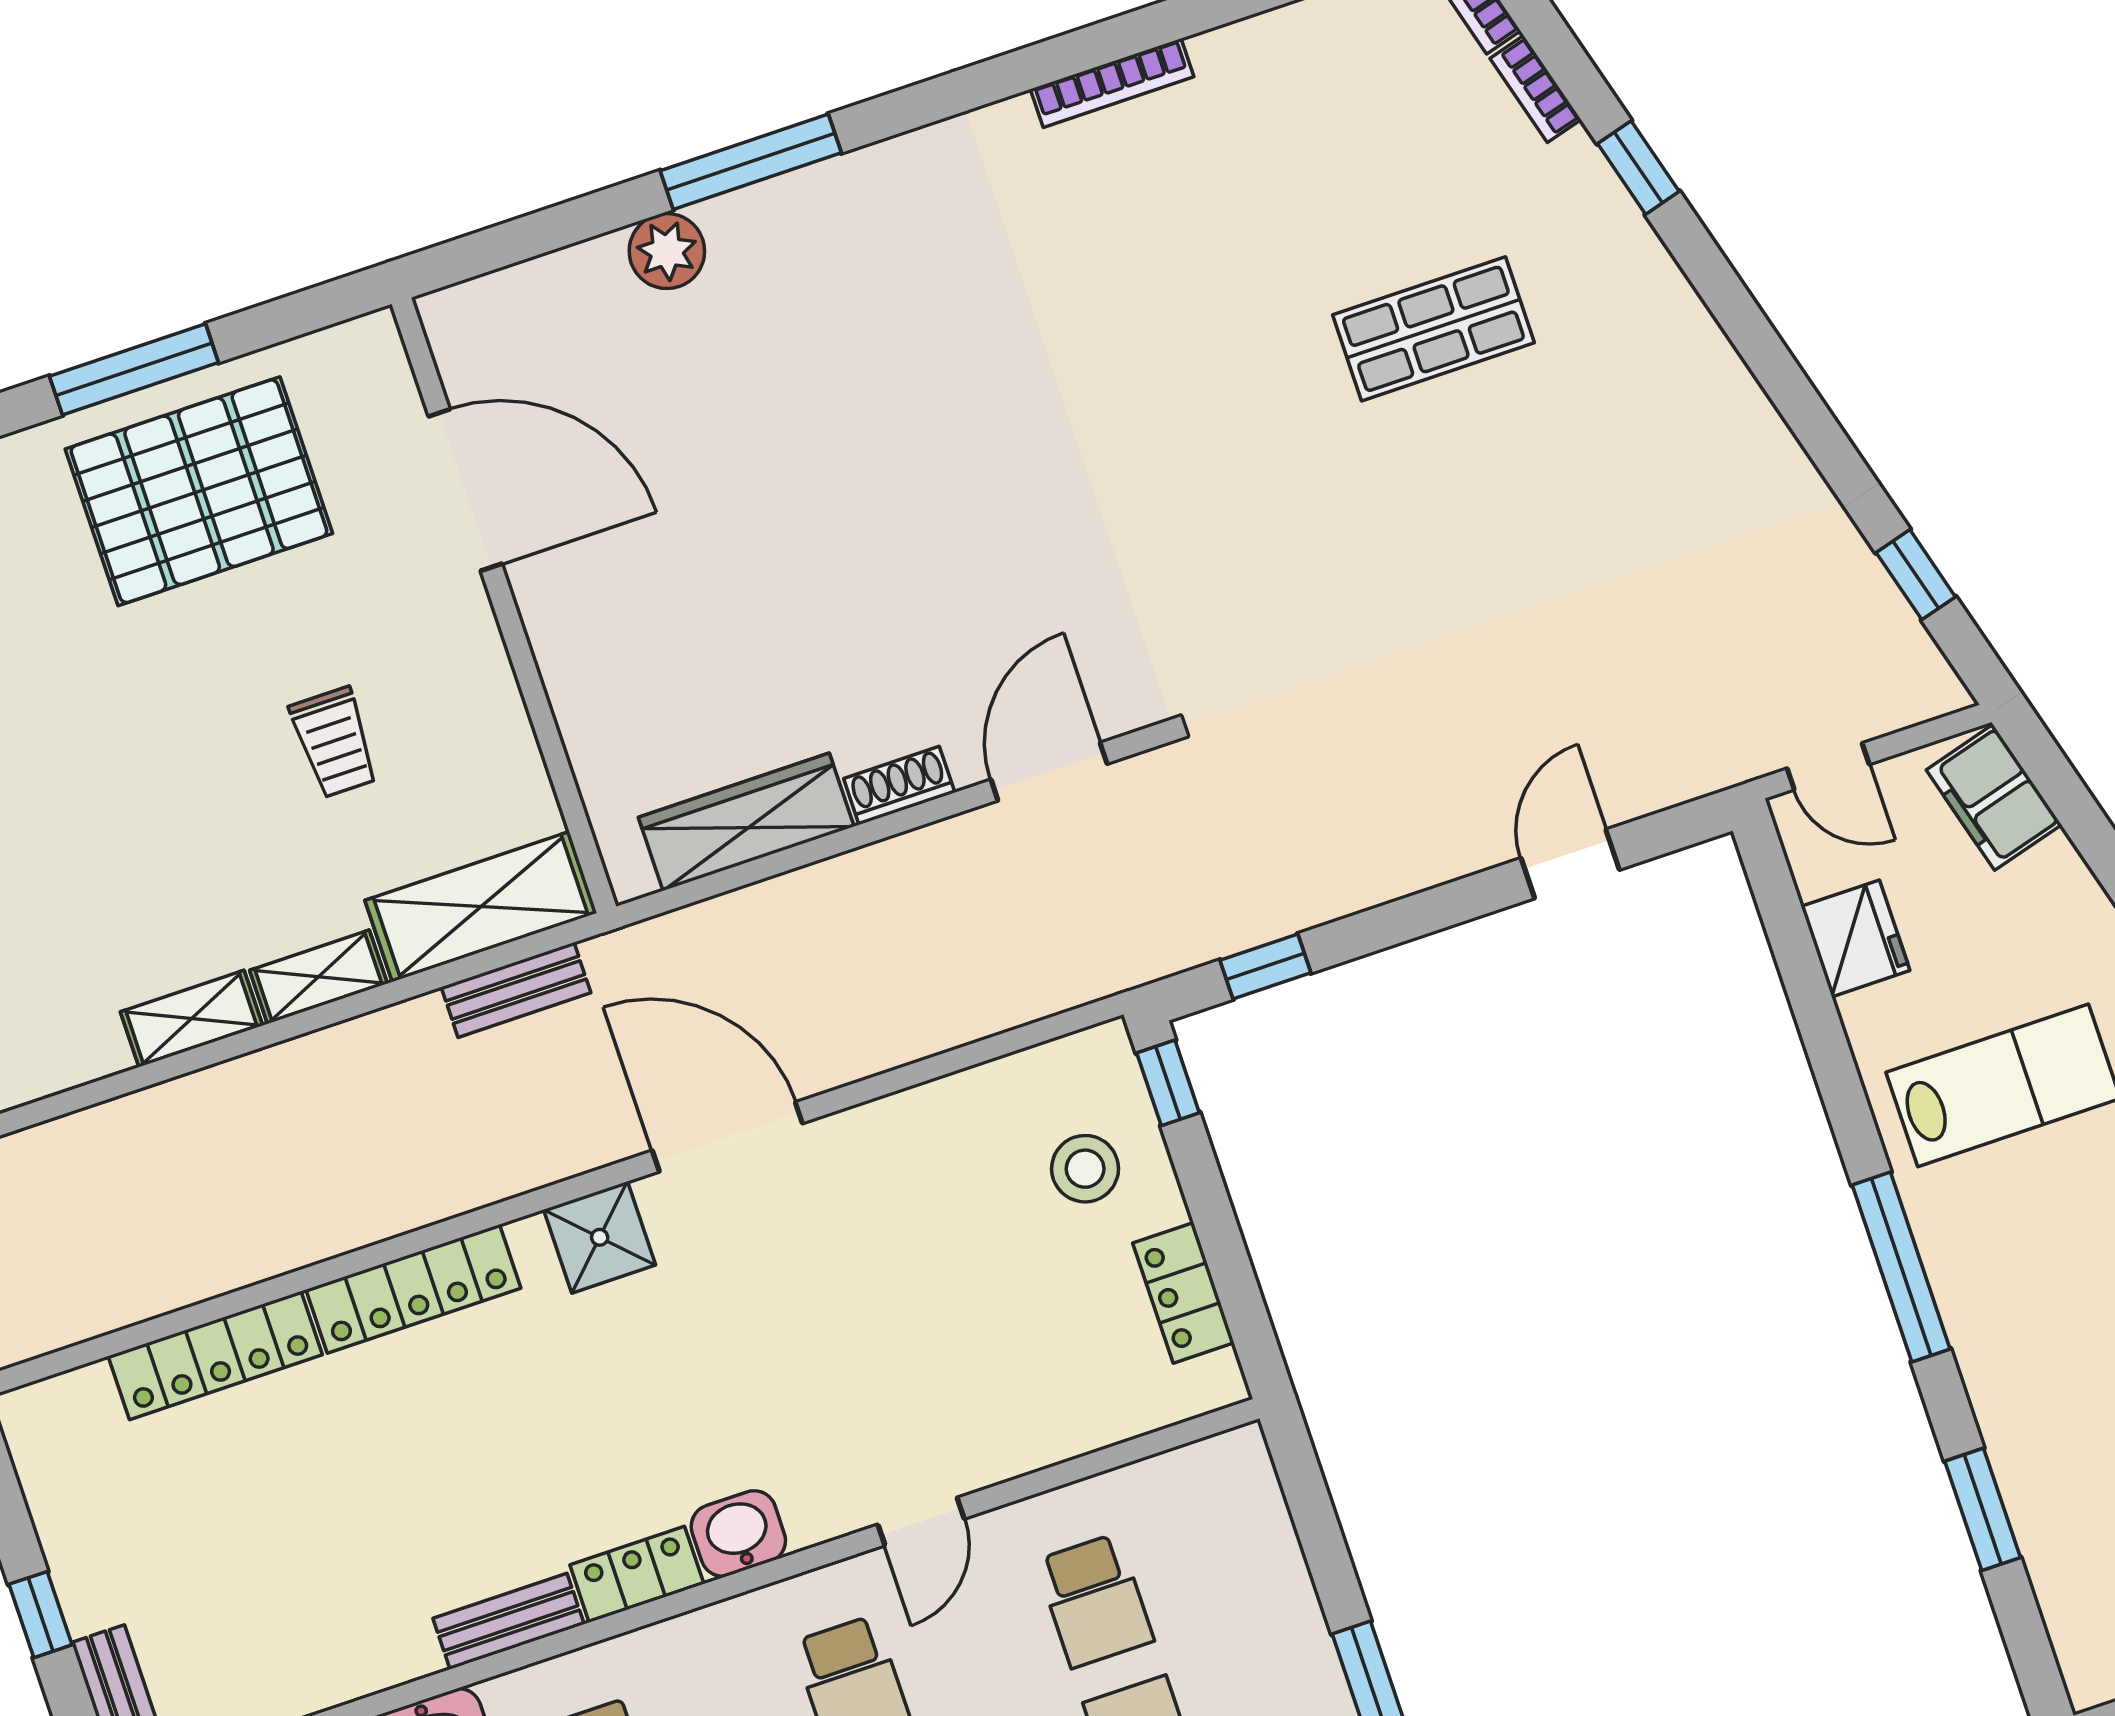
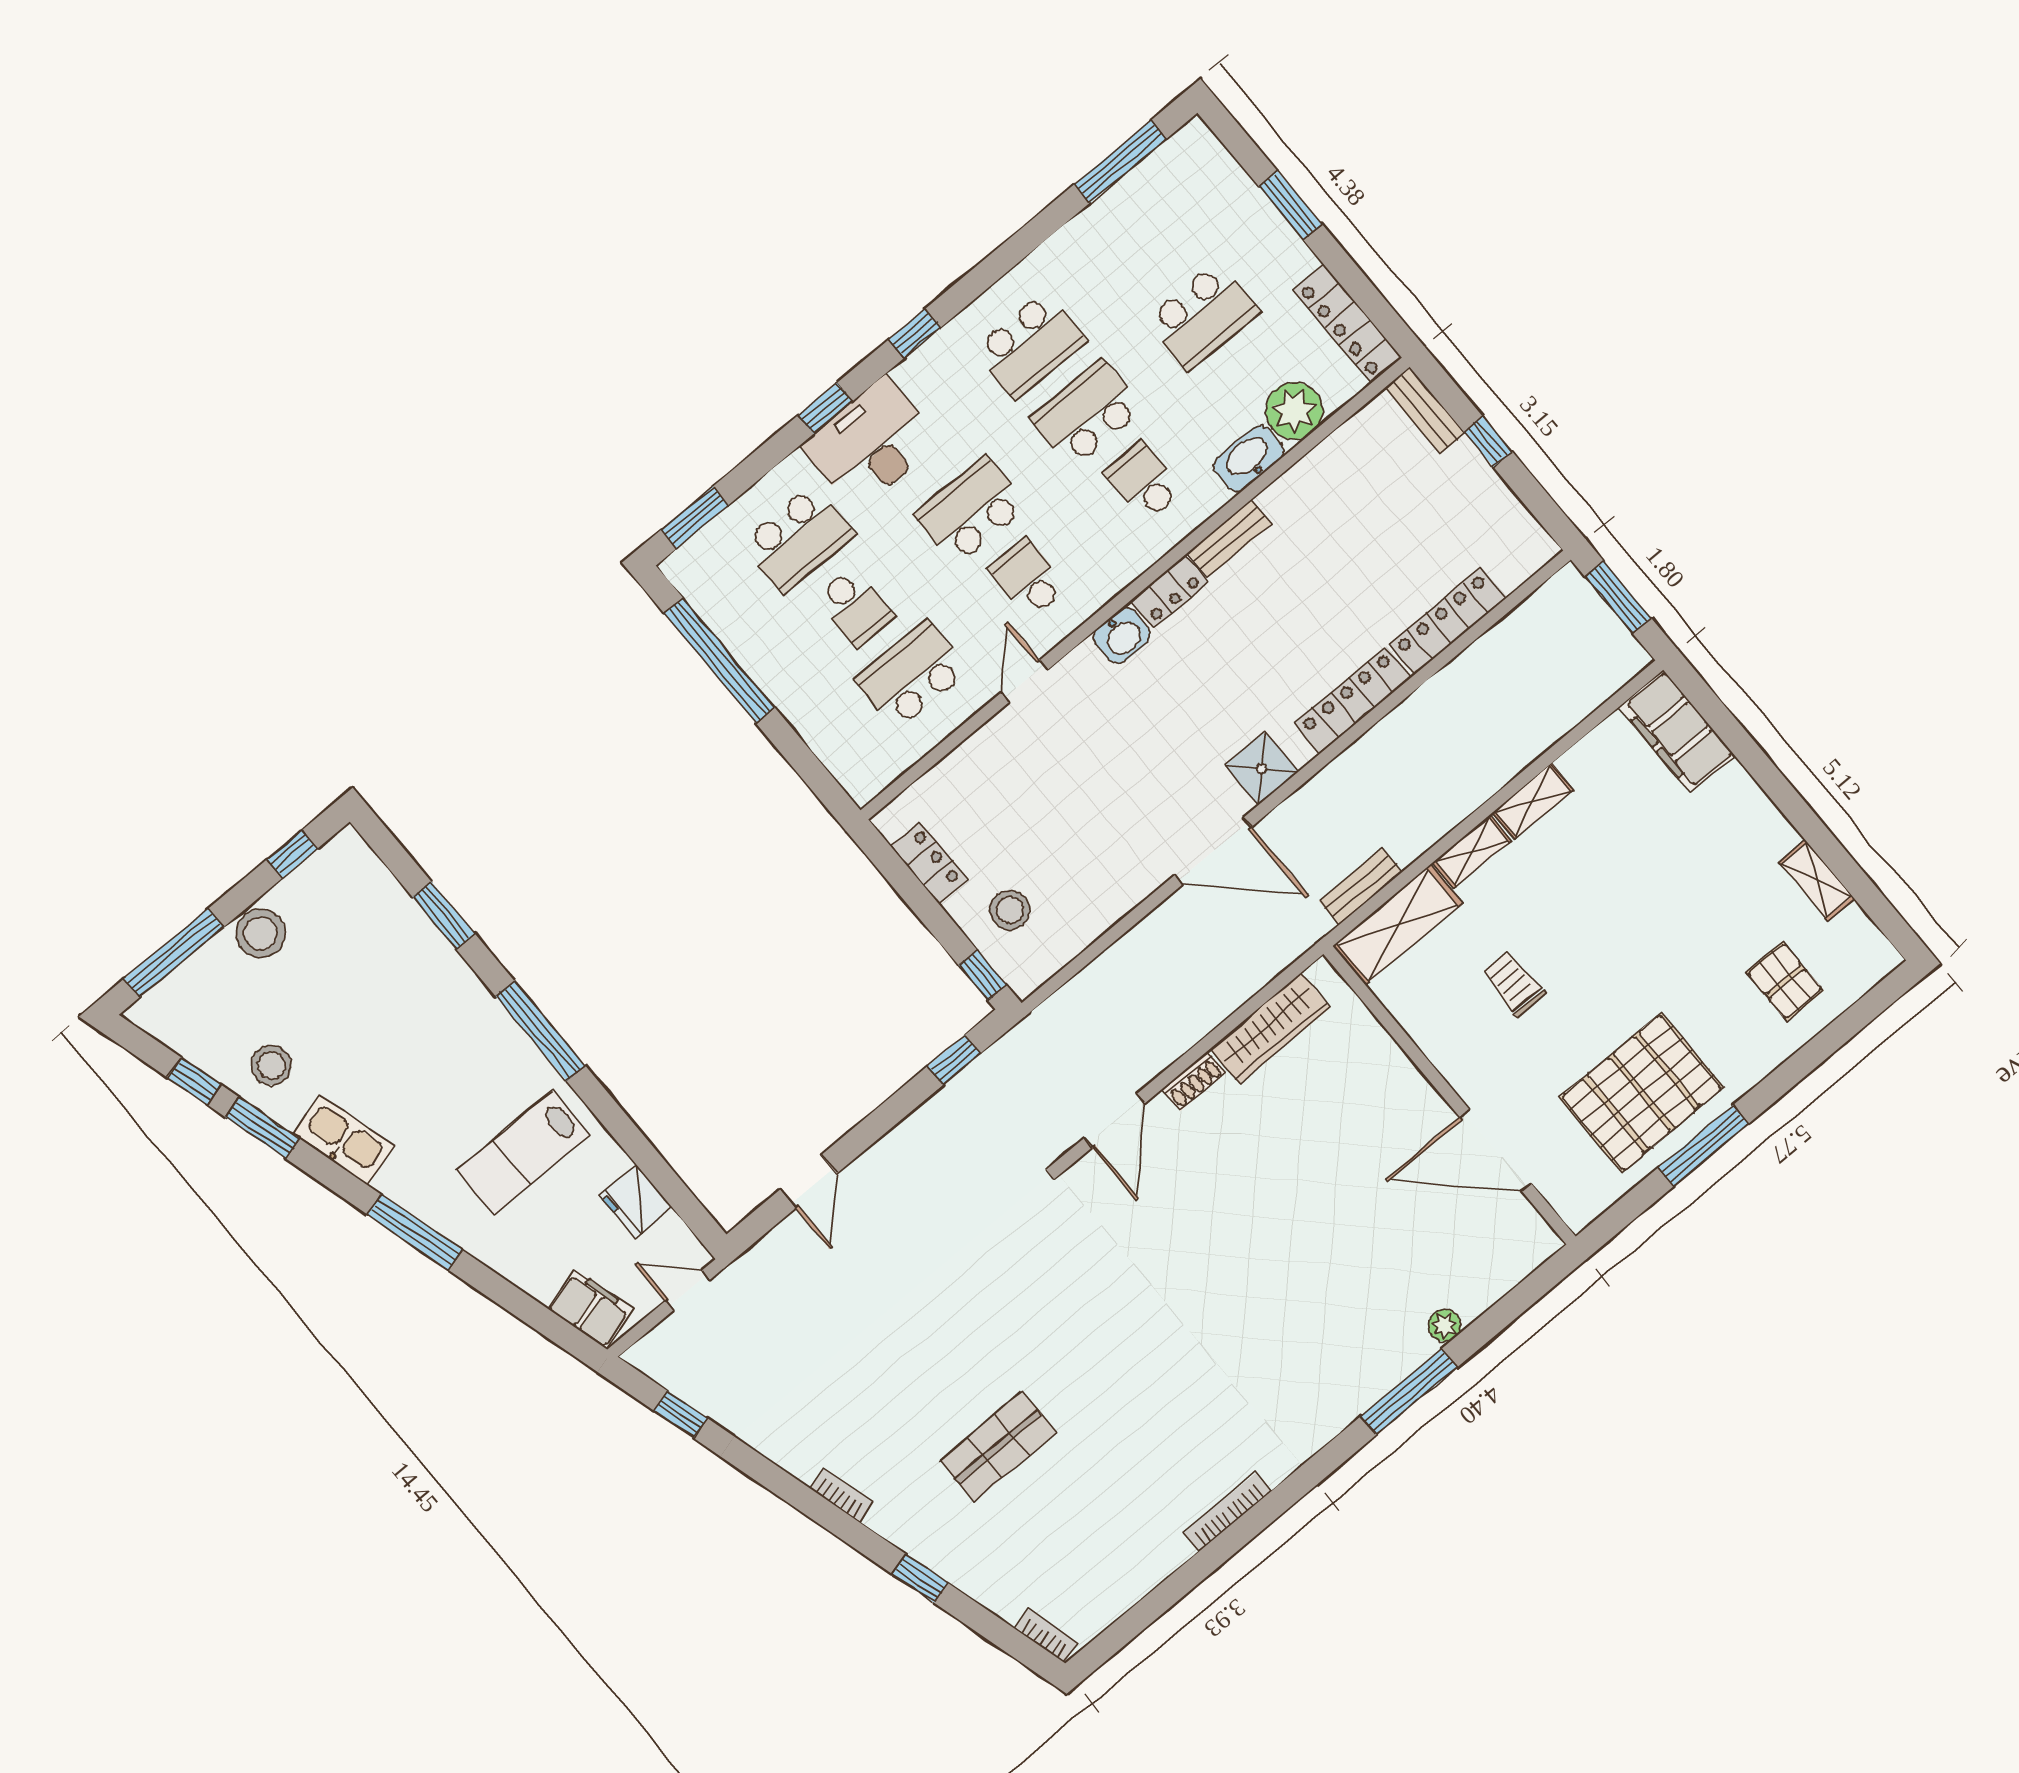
bookcase: (1536, 89) -> (841, 1495), moved
plant: (667, 251) -> (1444, 1325), width x0.73, depth x0.73
school desk: (1095, 1601) -> (912, 675), width x1.85

